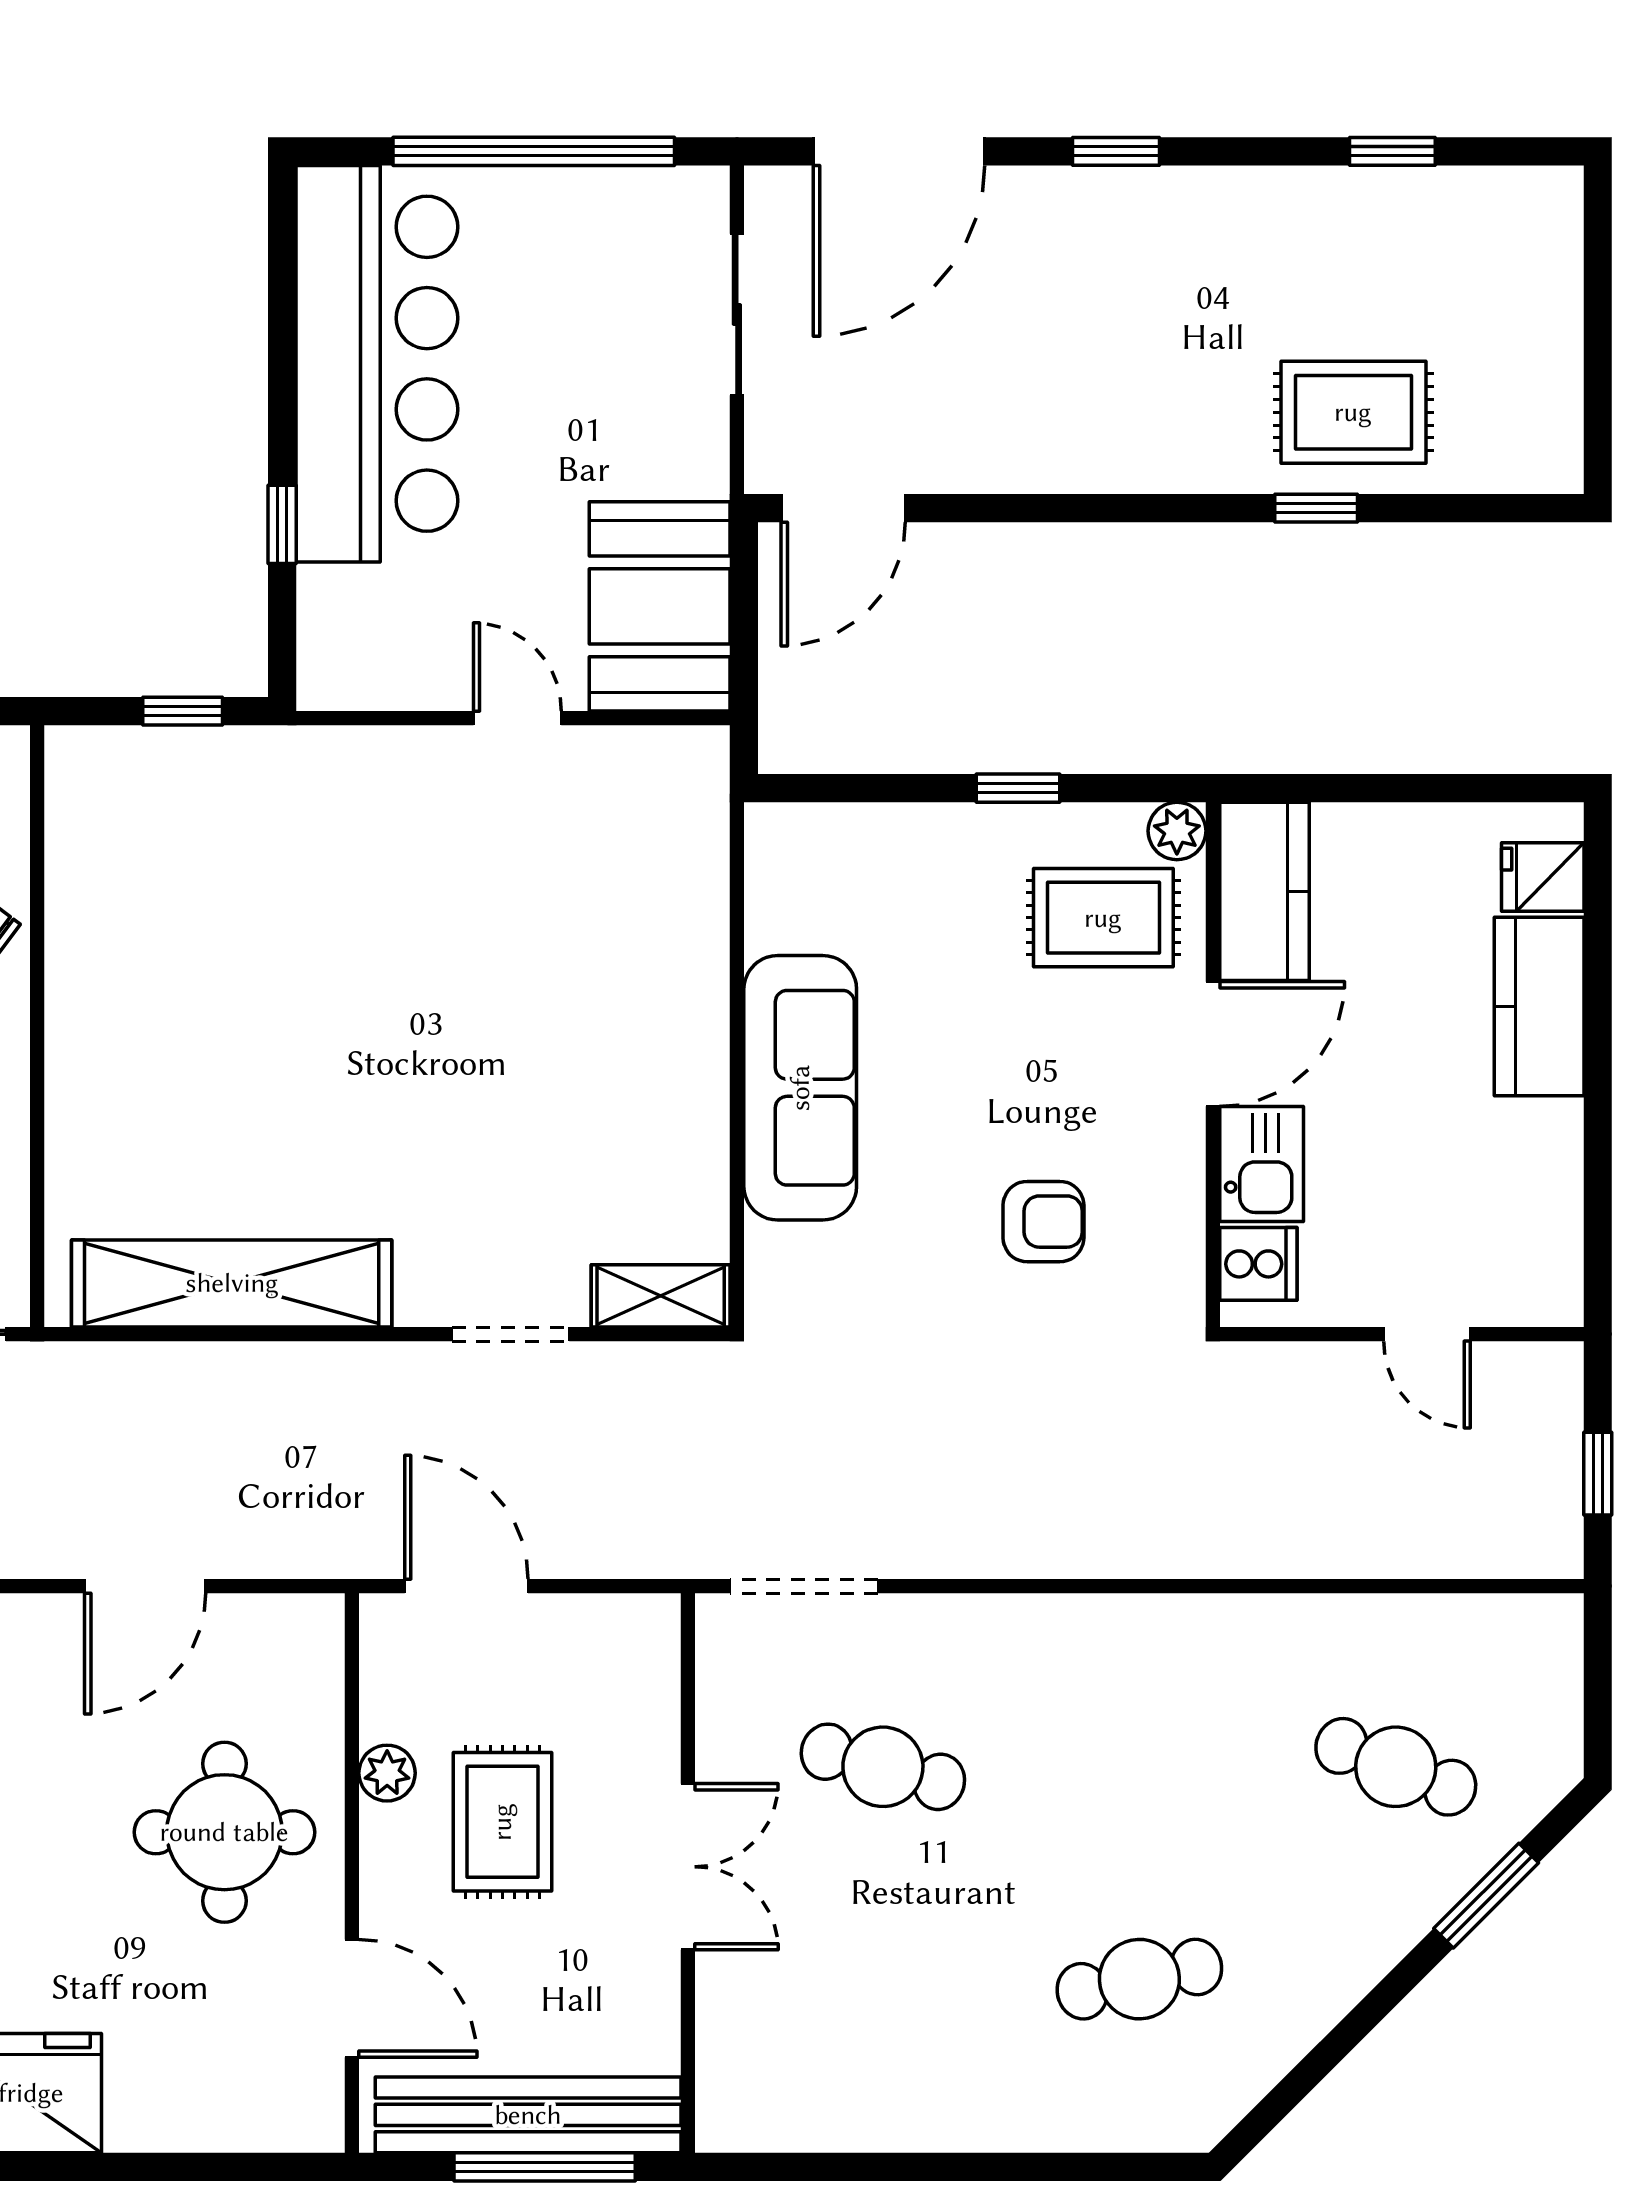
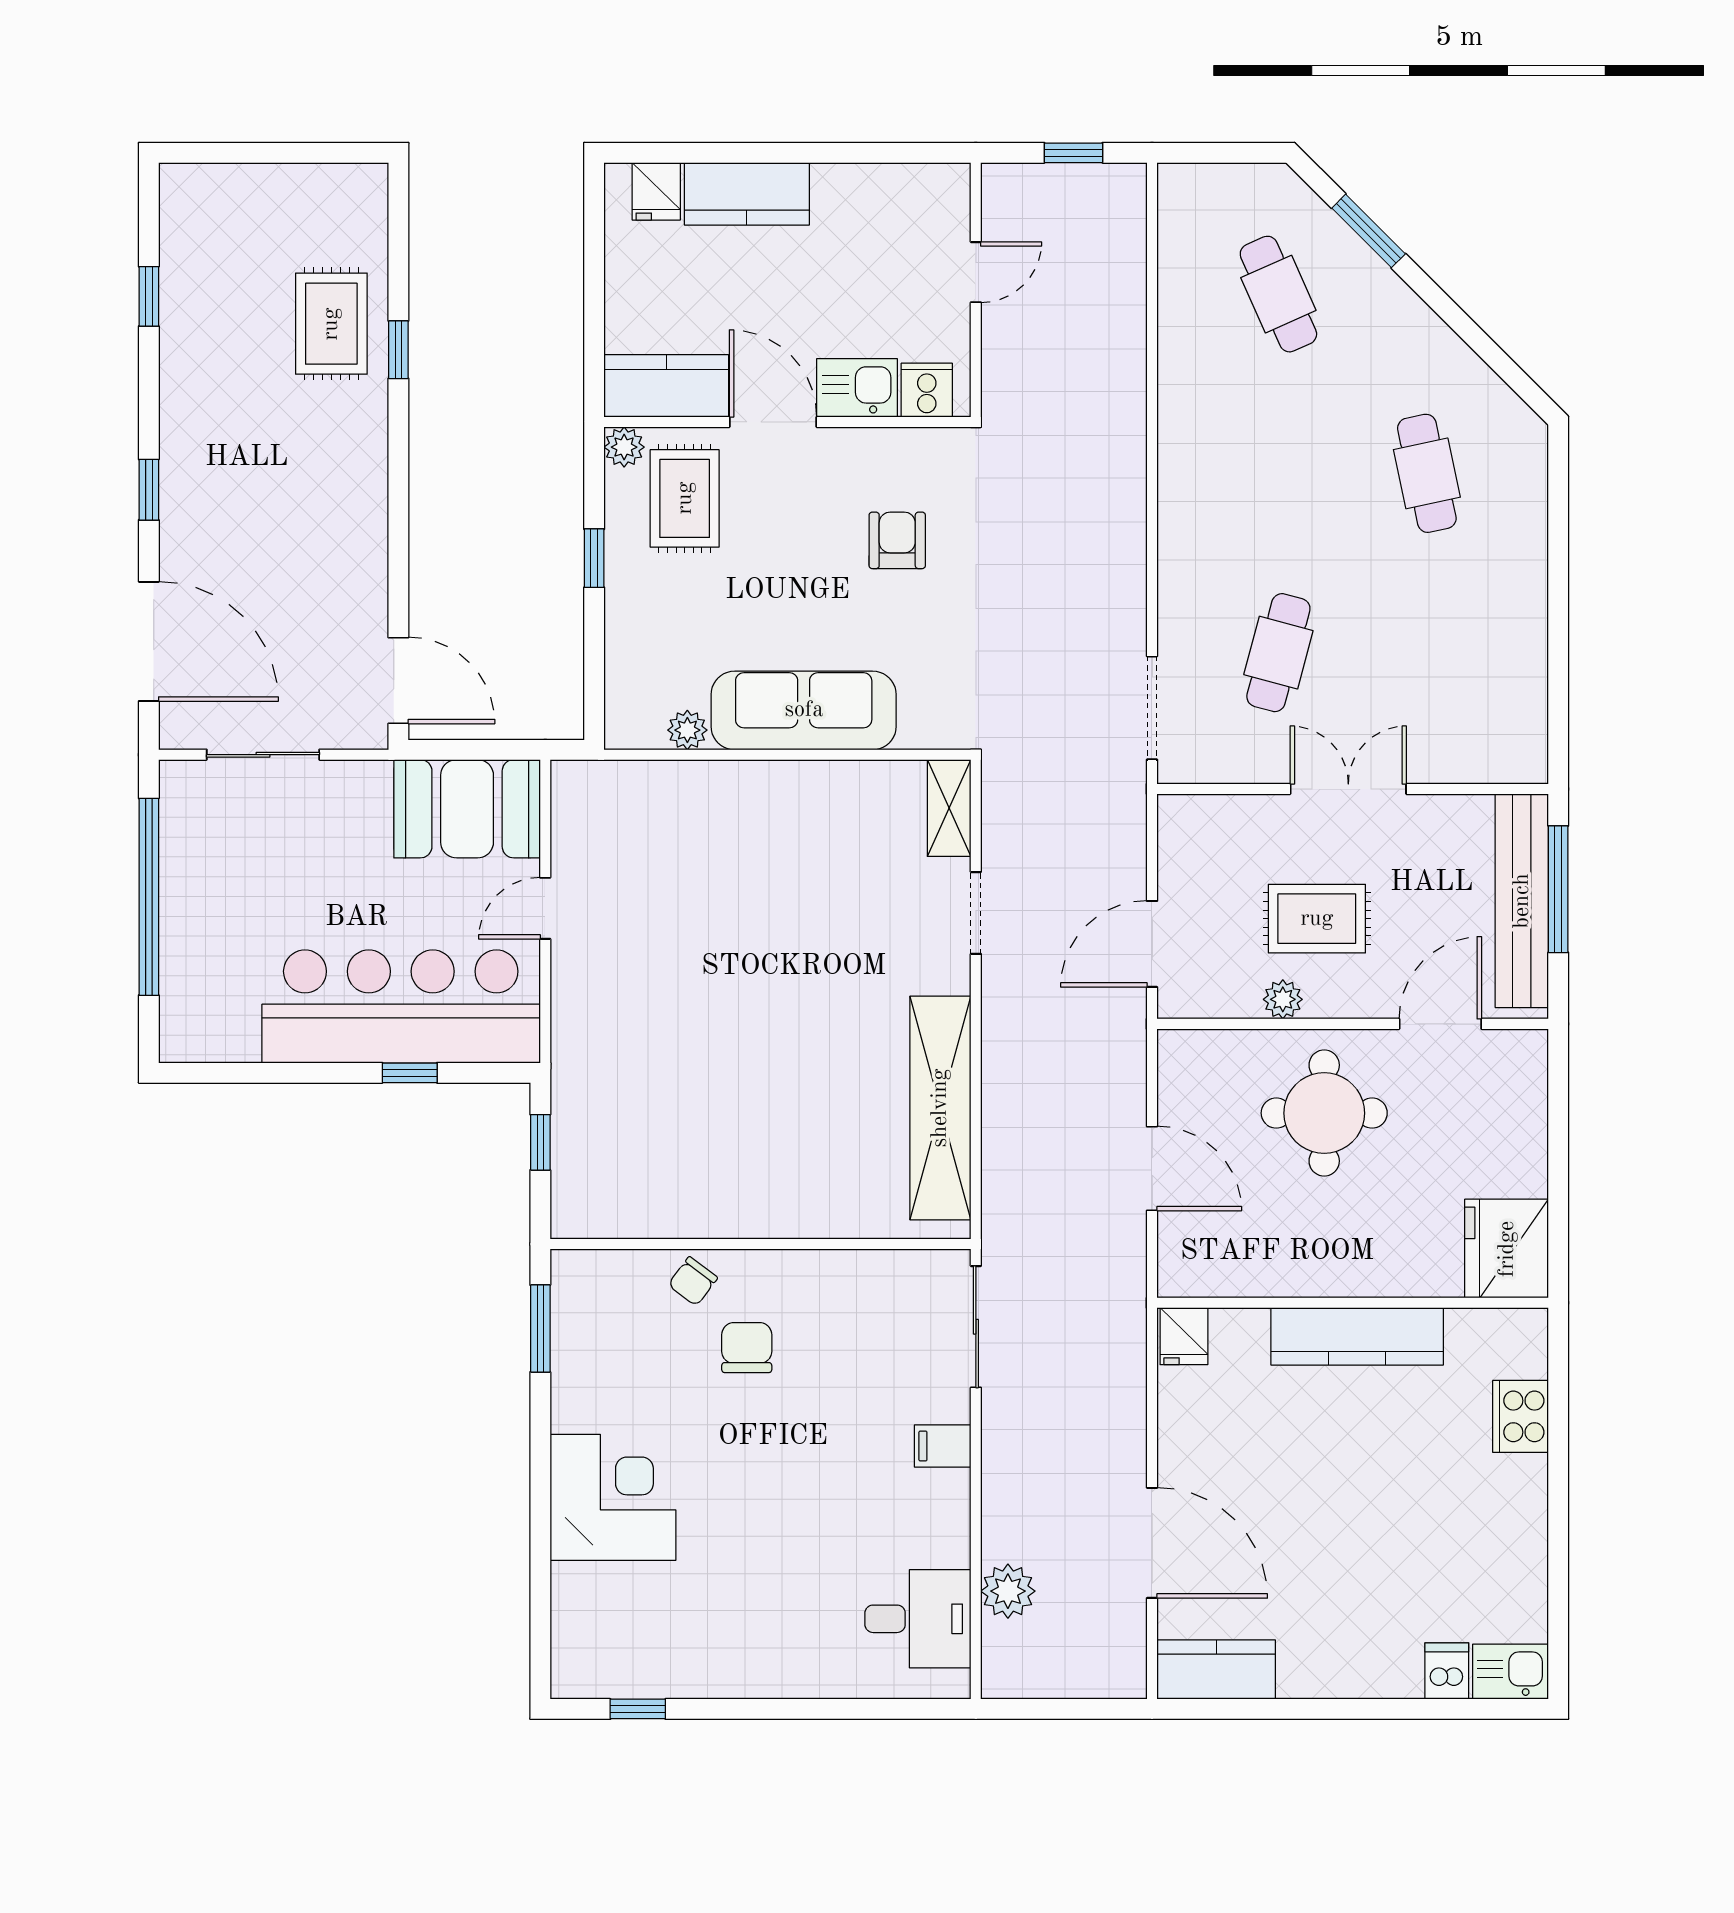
bar counter: (377, 364) -> (401, 1006), moved
plant: (772, 921) -> (687, 730), added
cafe table: (1396, 1767) -> (1278, 294), turned -45

